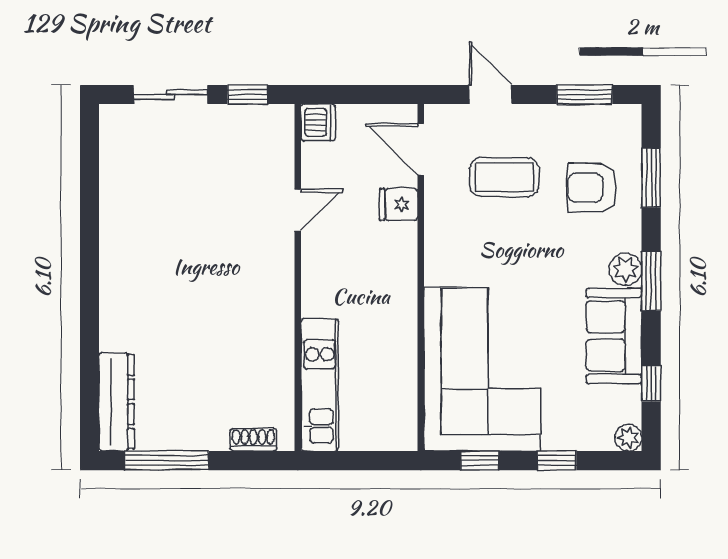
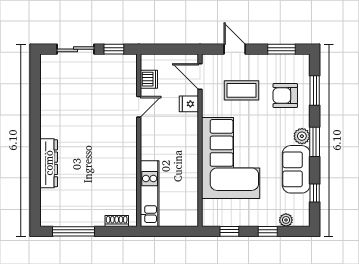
dishwasher: (318, 122) -> (149, 79), moved
corner sofa: (482, 369) -> (231, 158), moved
dresser: (117, 402) -> (49, 163), moved
plant: (628, 438) -> (286, 220), moved

